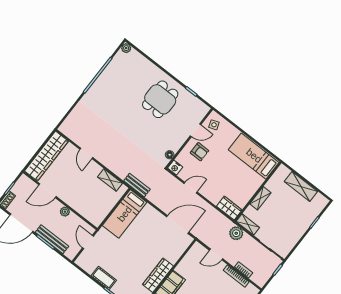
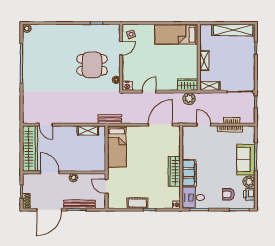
dining table: (160, 99) -> (92, 65), moved, turned 90
armchair: (199, 152) -> (136, 61), removed
door: (86, 153) -> (46, 125), moved
shelving: (301, 186) -> (233, 30), width x1.47
door: (47, 191) -> (50, 172), swing flipped
plant: (236, 233) -> (189, 99), moved
door: (216, 254) -> (204, 125), swing flipped

